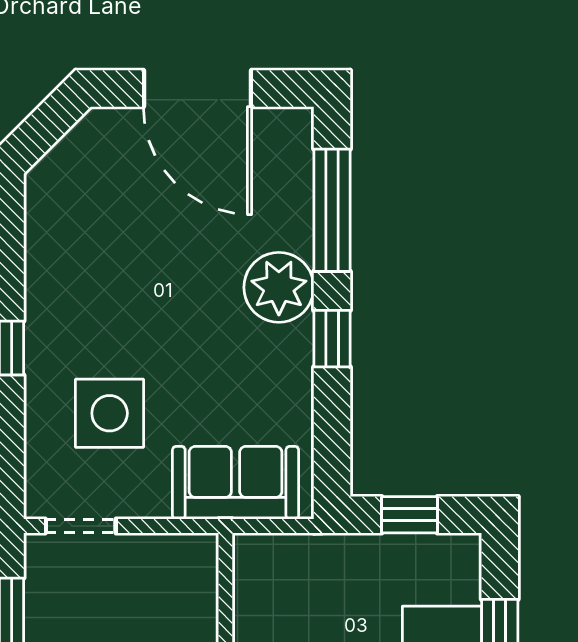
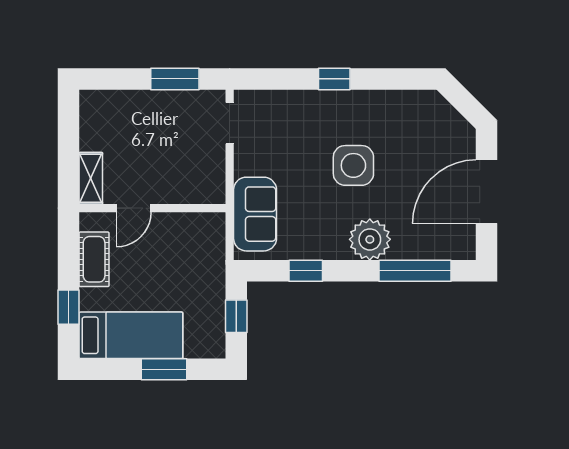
window: (332, 339) -> (306, 271), moved
side table: (110, 413) -> (353, 165), moved

